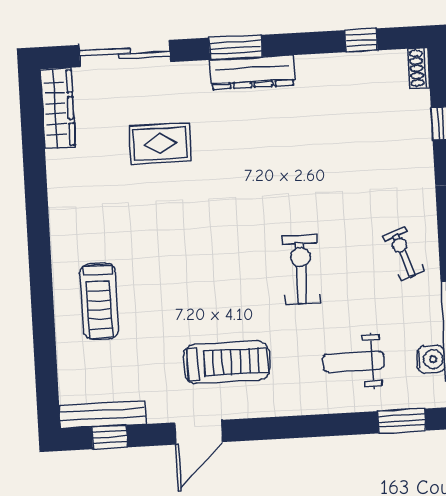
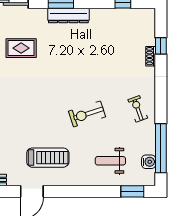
shoe rack: (419, 68) -> (151, 56), moved
exercise bike: (301, 269) -> (87, 114), turned -108

